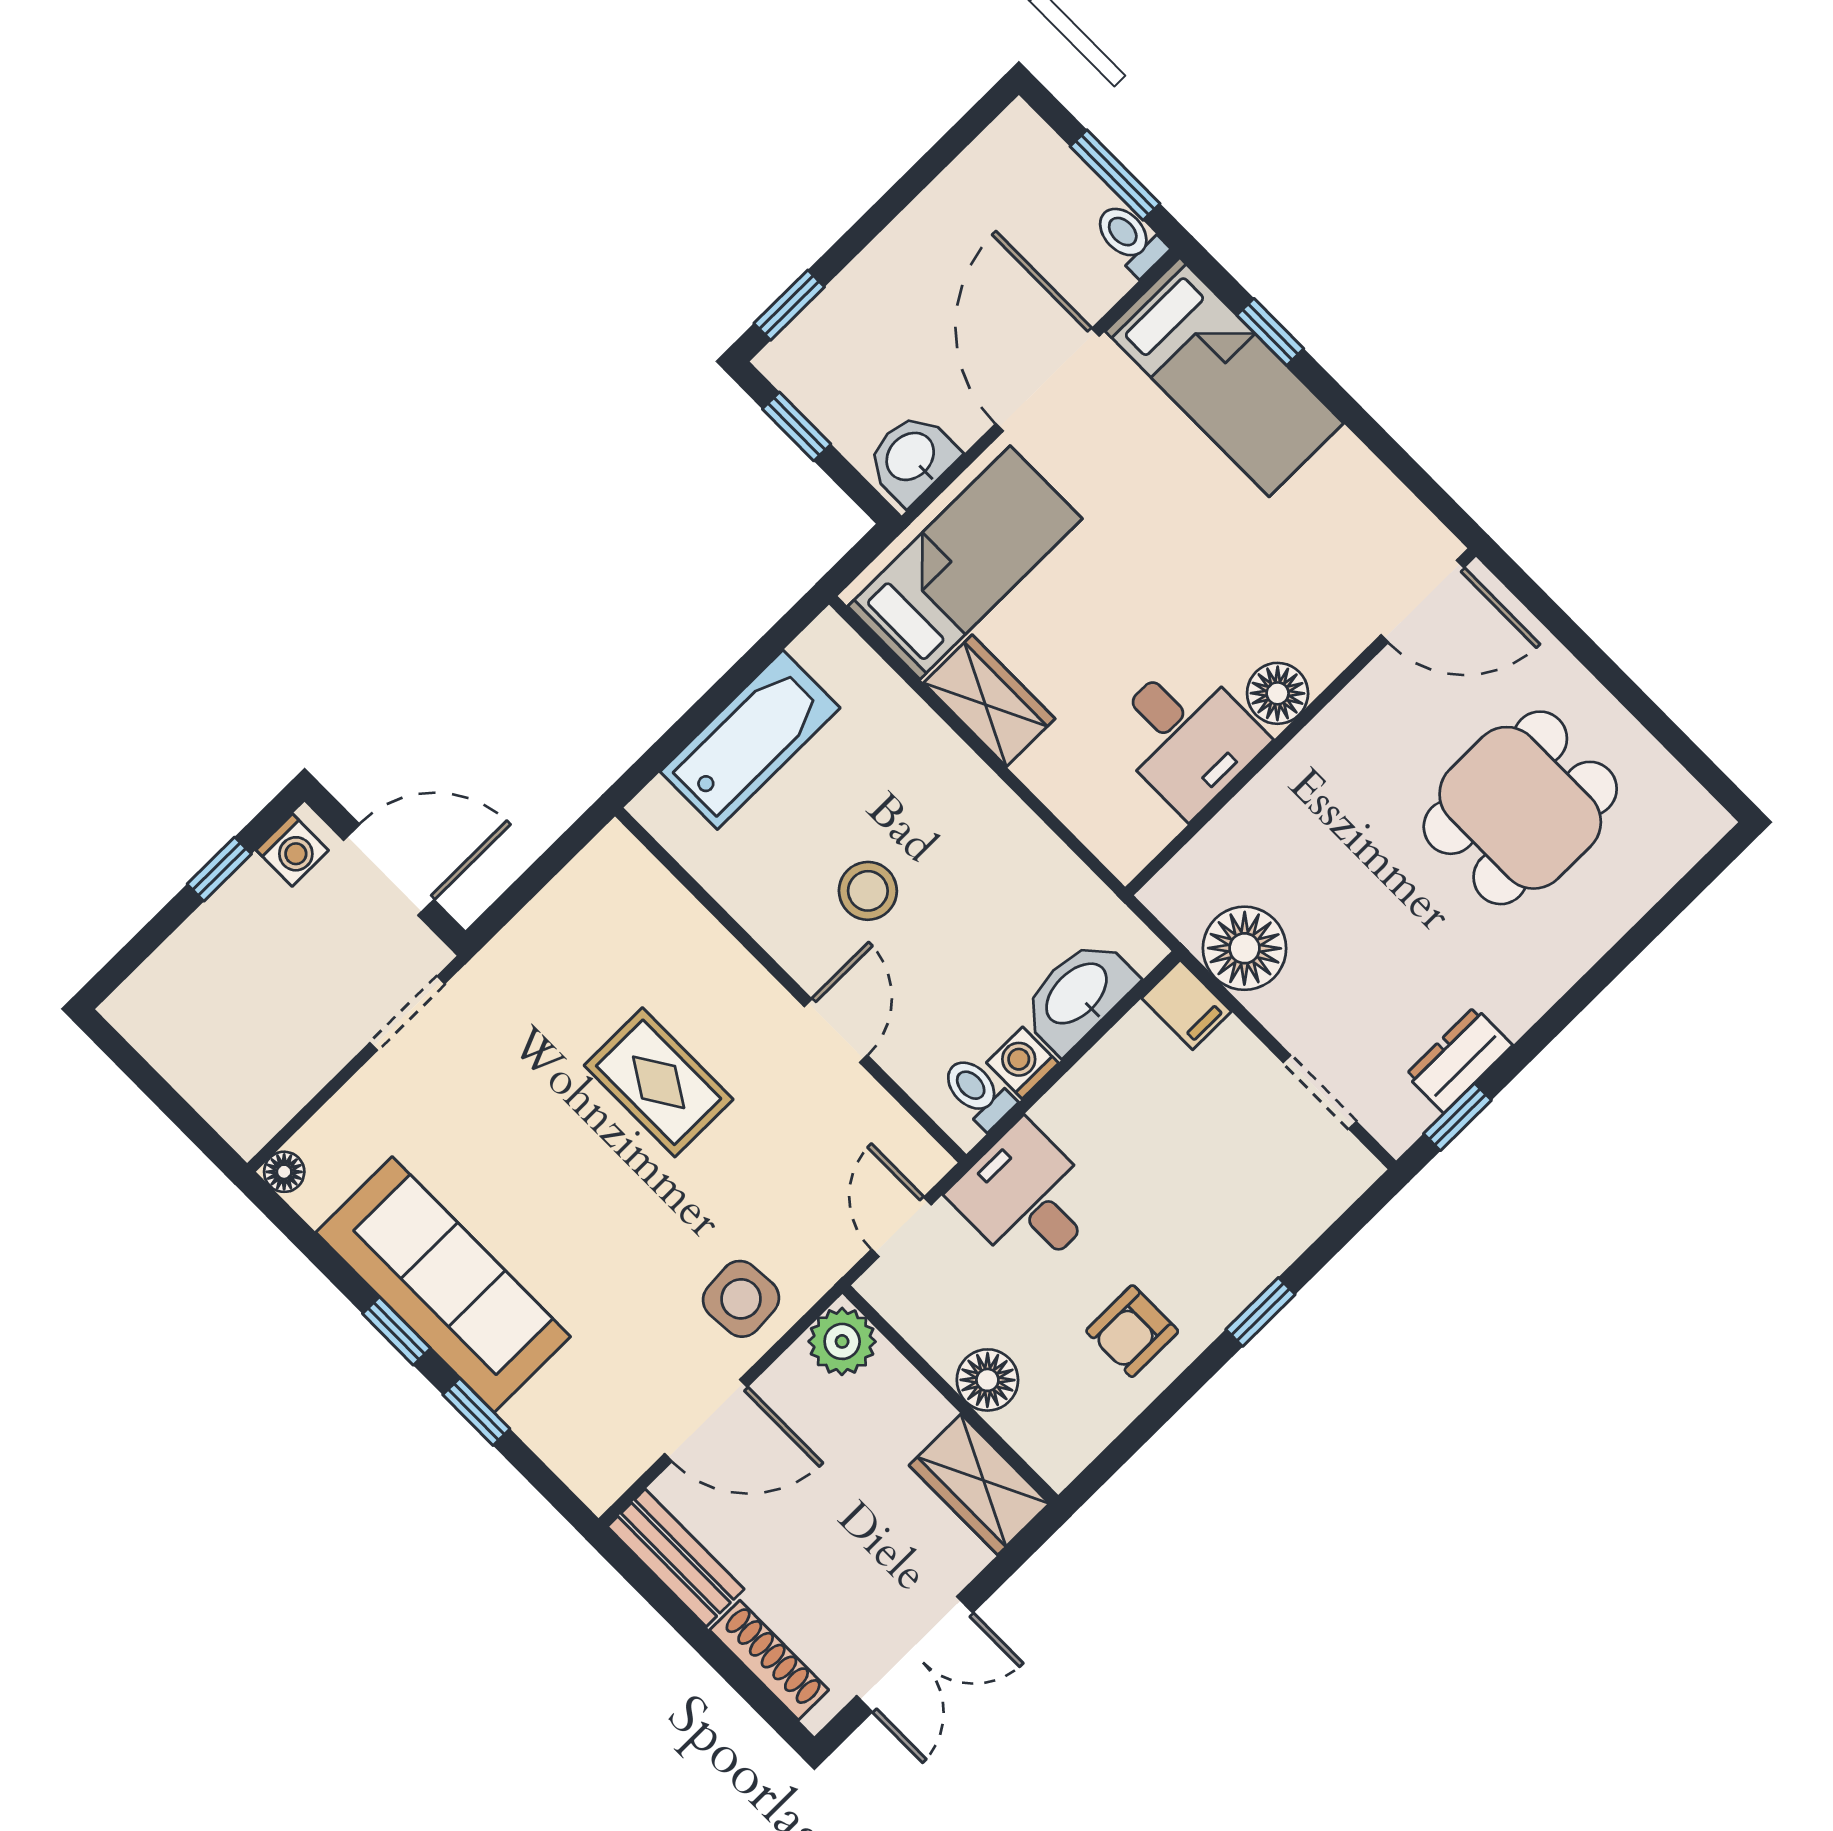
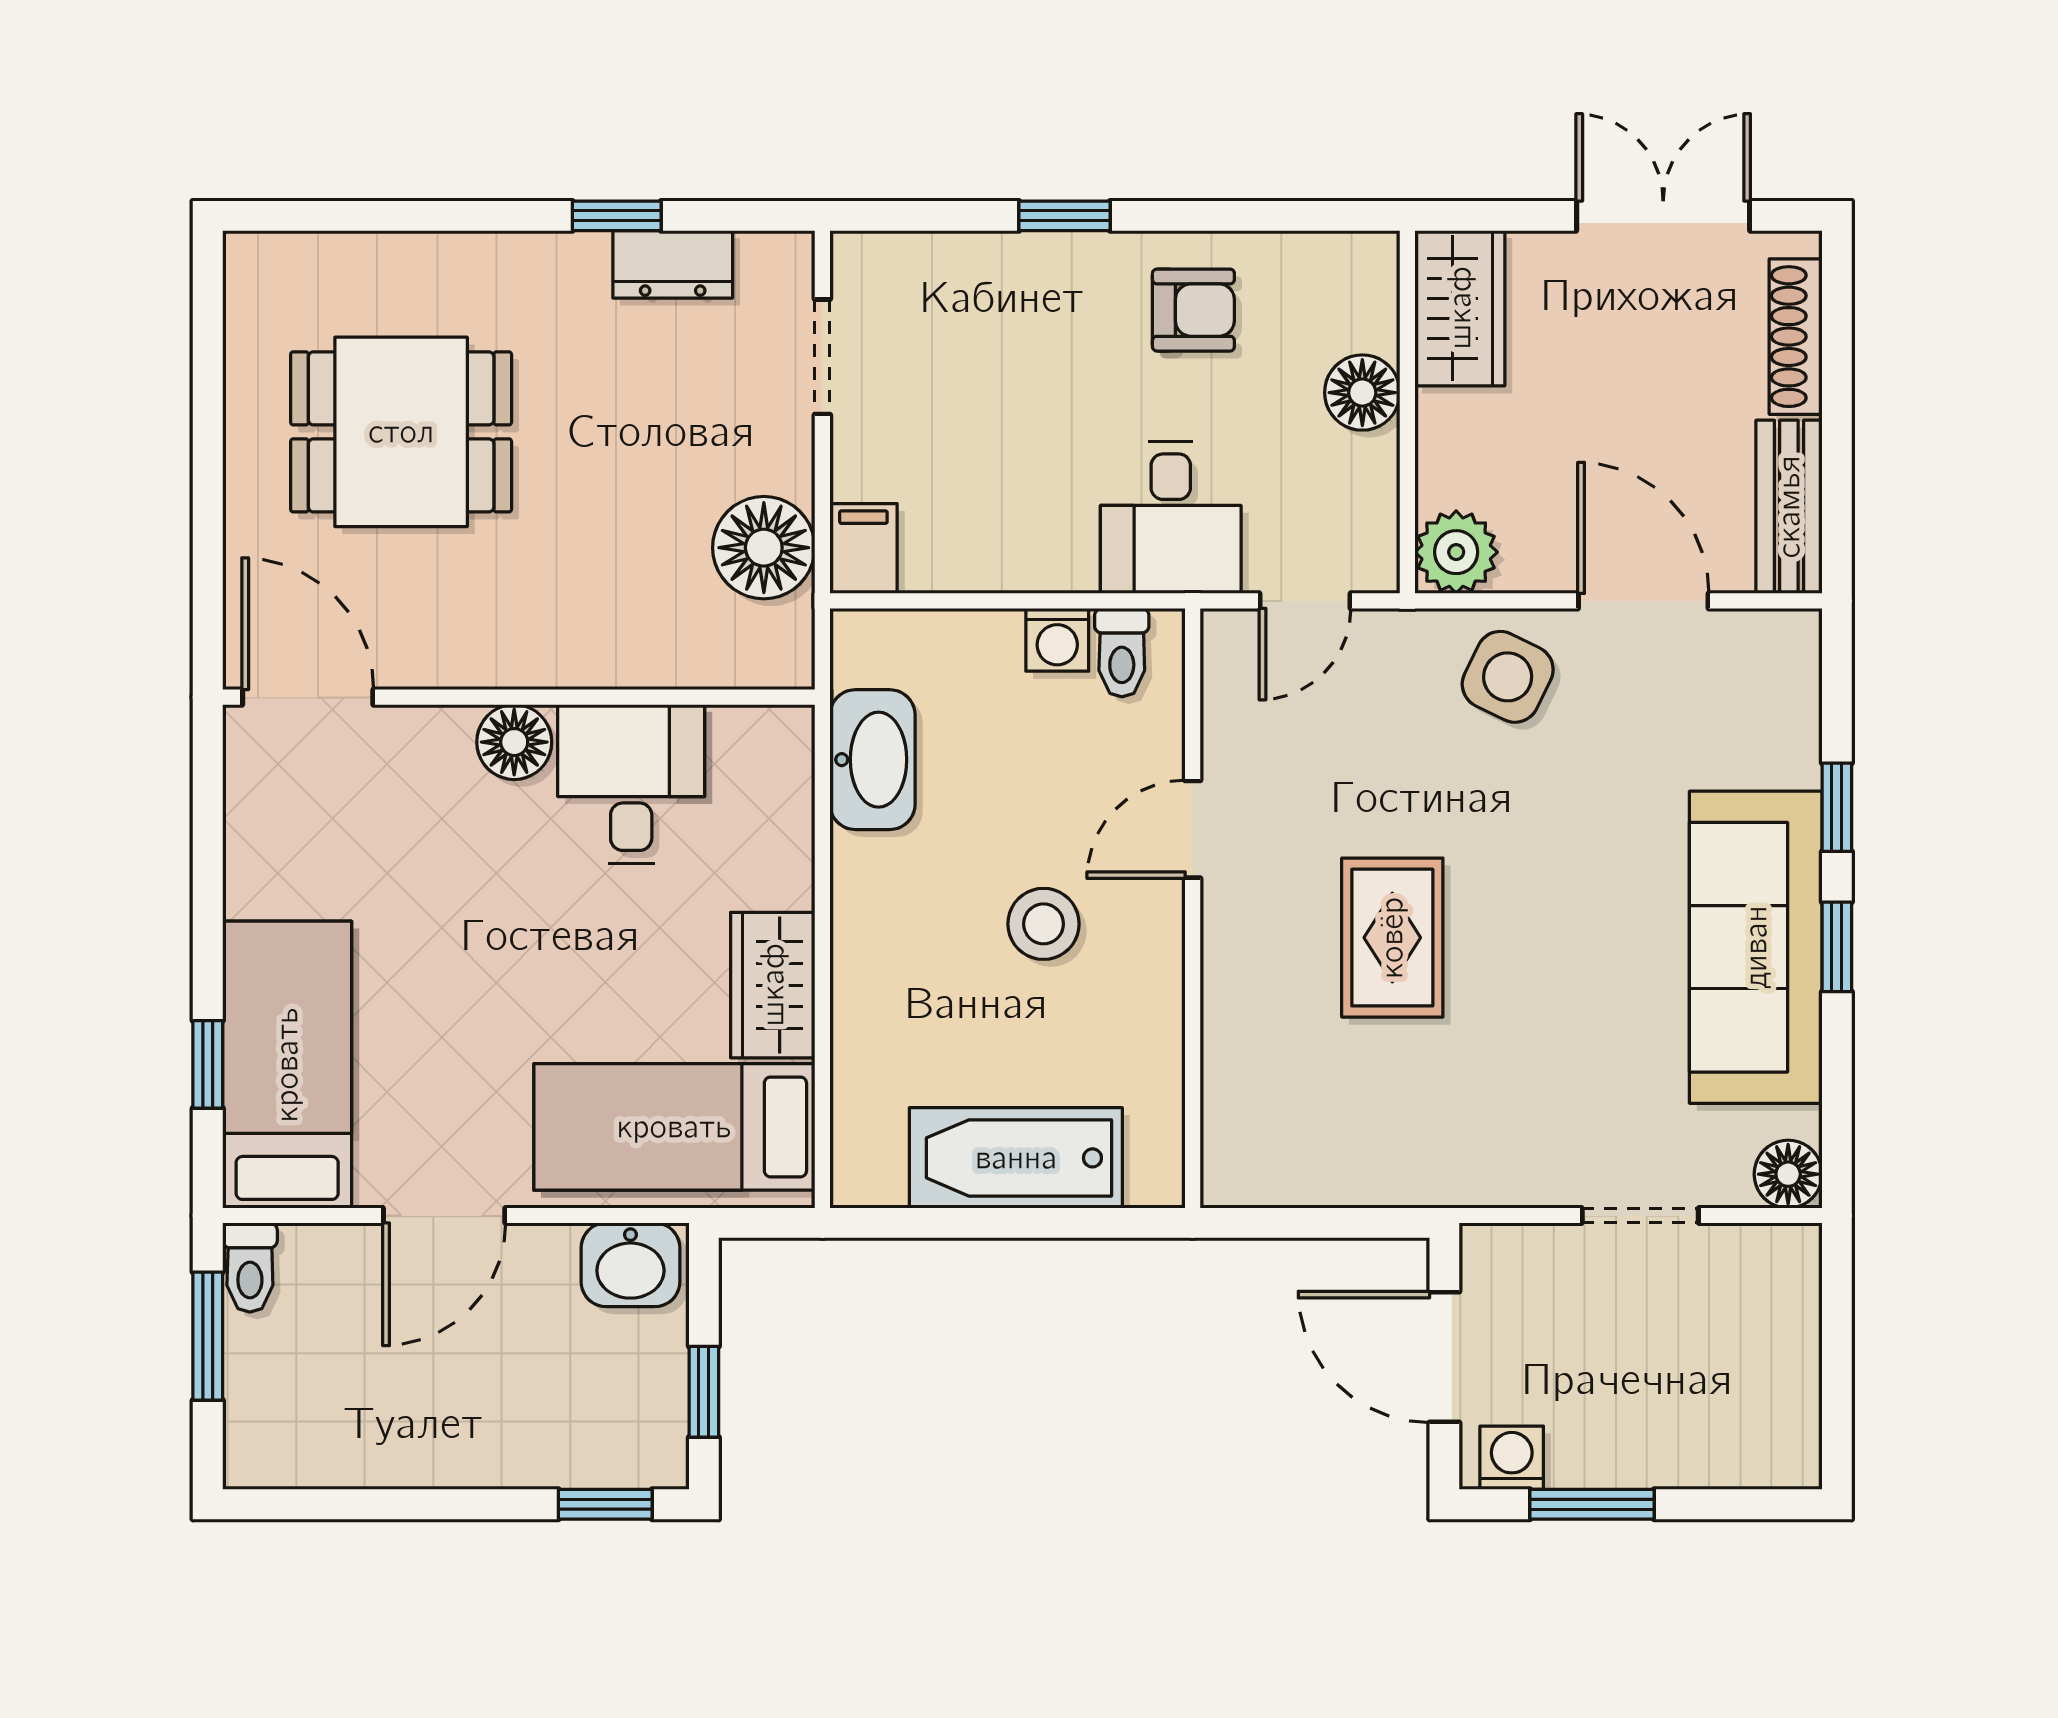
door: (1047, 380) -> (444, 1216), width x0.73
window: (219, 869) -> (1592, 1504), width x1.50
washbasin: (1078, 995) -> (873, 760), moved, turned -90
doorway: (407, 1013) -> (1640, 1216), moved
window: (1457, 1117) -> (617, 216), moved
floor lamp: (284, 1172) -> (1788, 1174), width x1.37, depth x1.37
side table: (741, 1299) -> (1508, 677), turned 30

